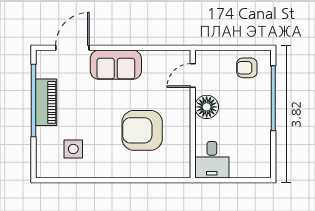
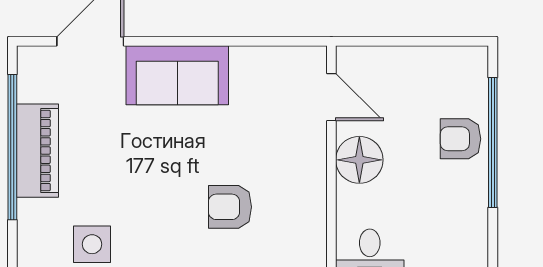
armchair: (247, 68) -> (461, 139), moved
door: (193, 76) -> (331, 97), swing flipped
armchair: (142, 130) -> (230, 207), width x0.53, depth x0.53

